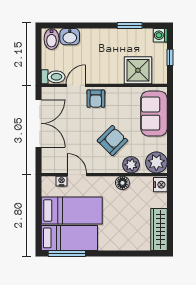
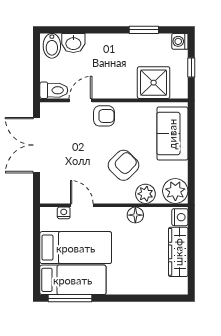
armchair: (96, 99) -> (104, 116), turned -90
double door: (38, 123) -> (37, 145), swing flipped
wardrobe: (159, 229) -> (178, 252), moved

